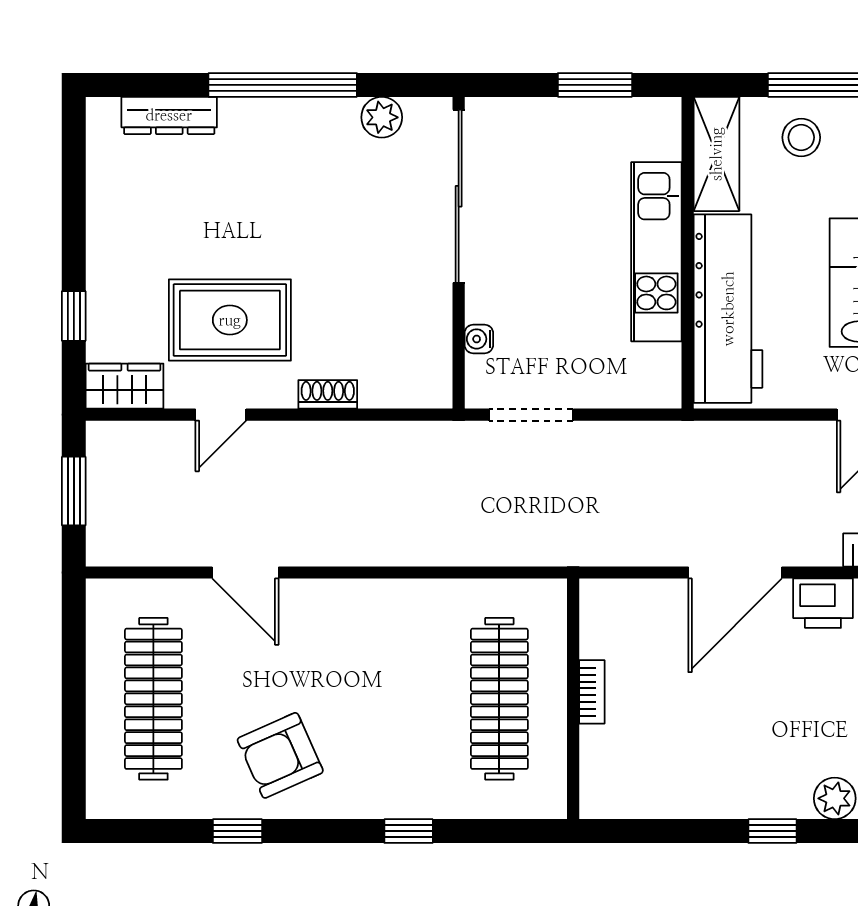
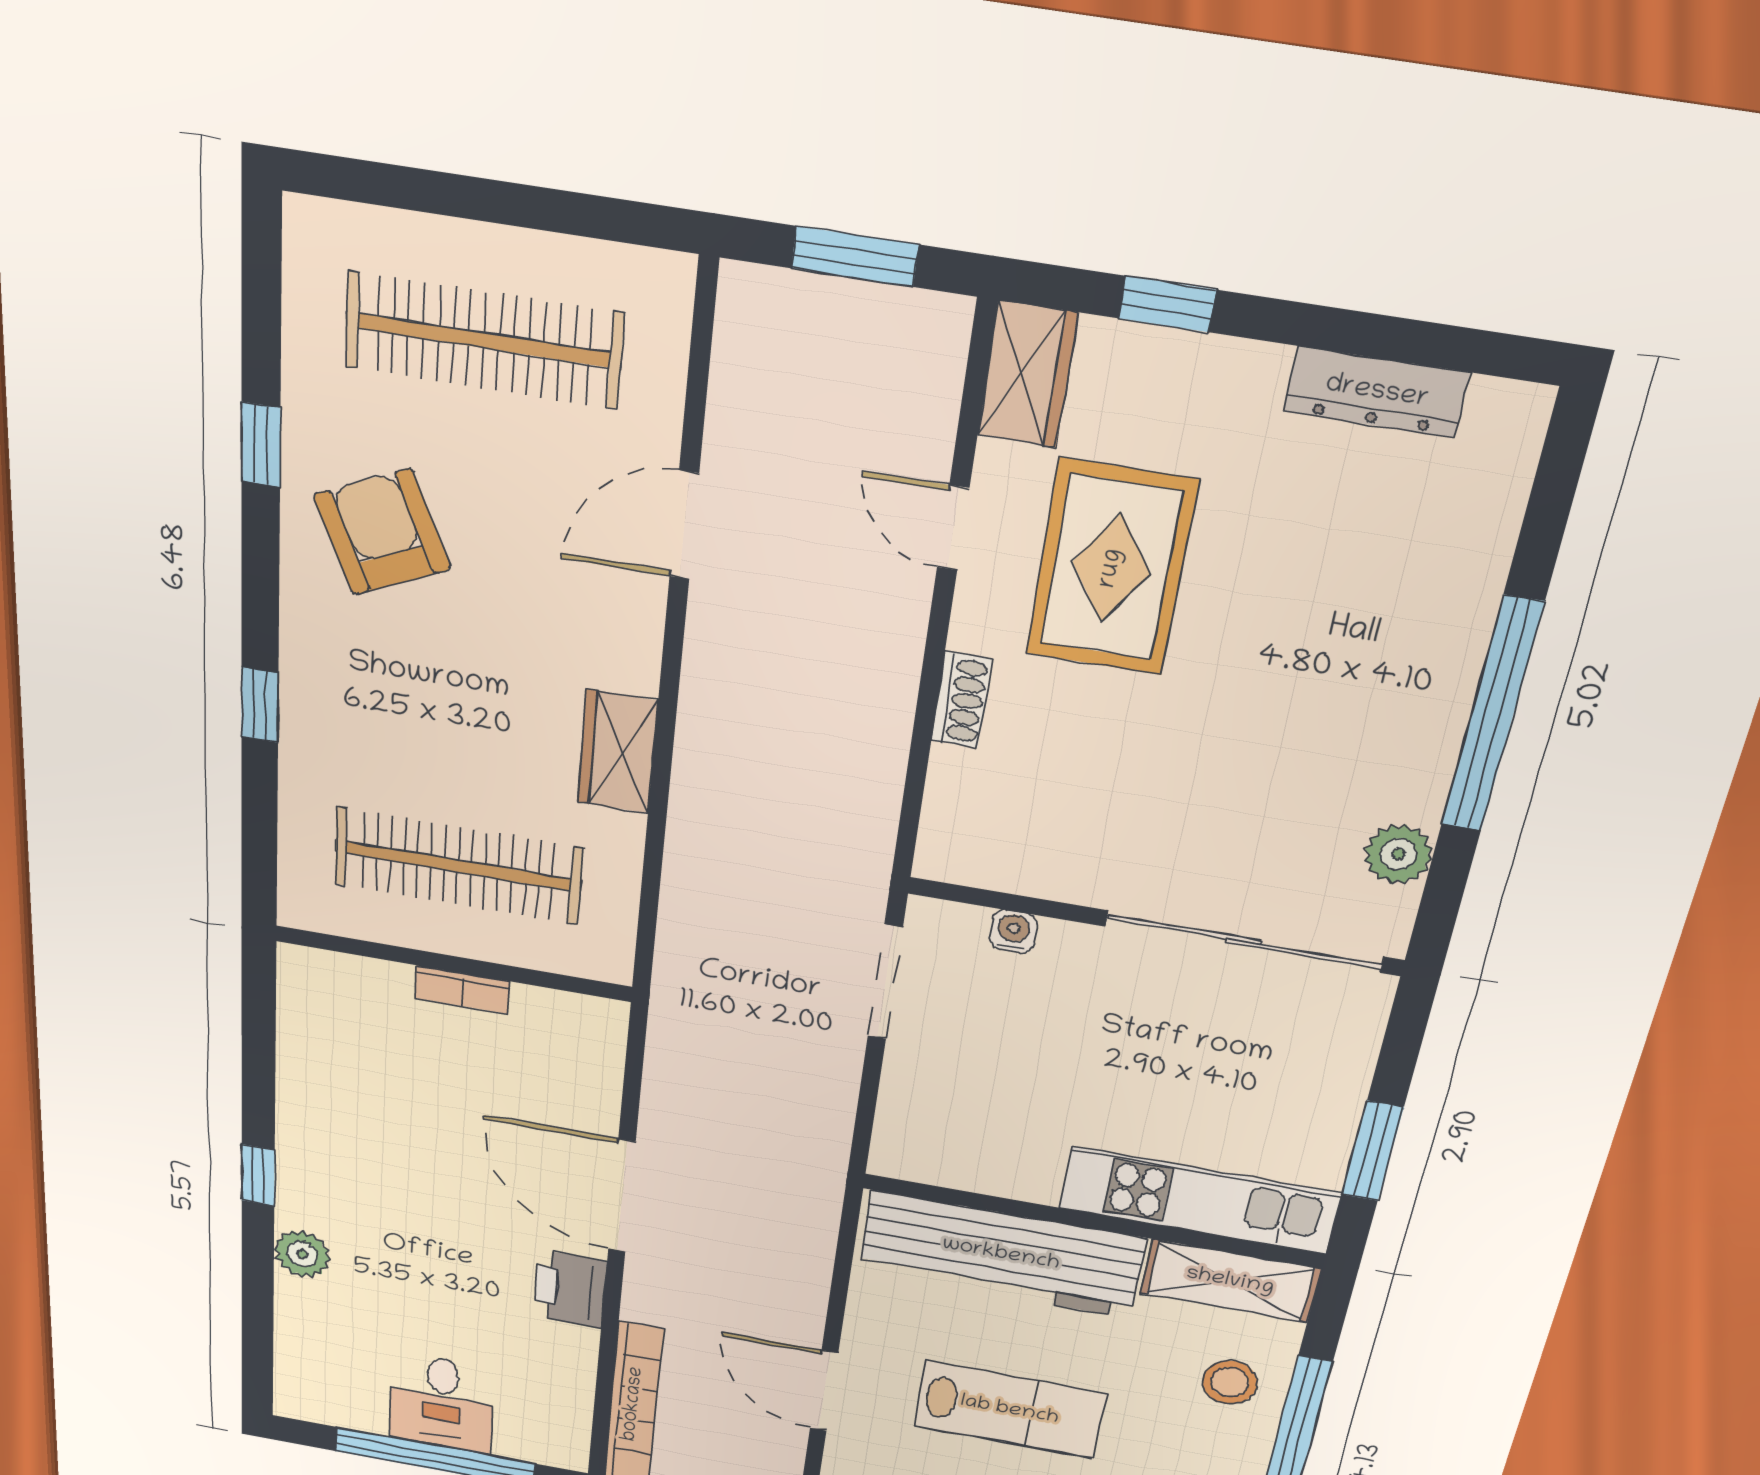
dresser: (169, 115) -> (1377, 392), moved, turned -90
kitchen unit: (656, 252) -> (1199, 1201), moved
wardrobe: (400, 601) -> (617, 752), added

